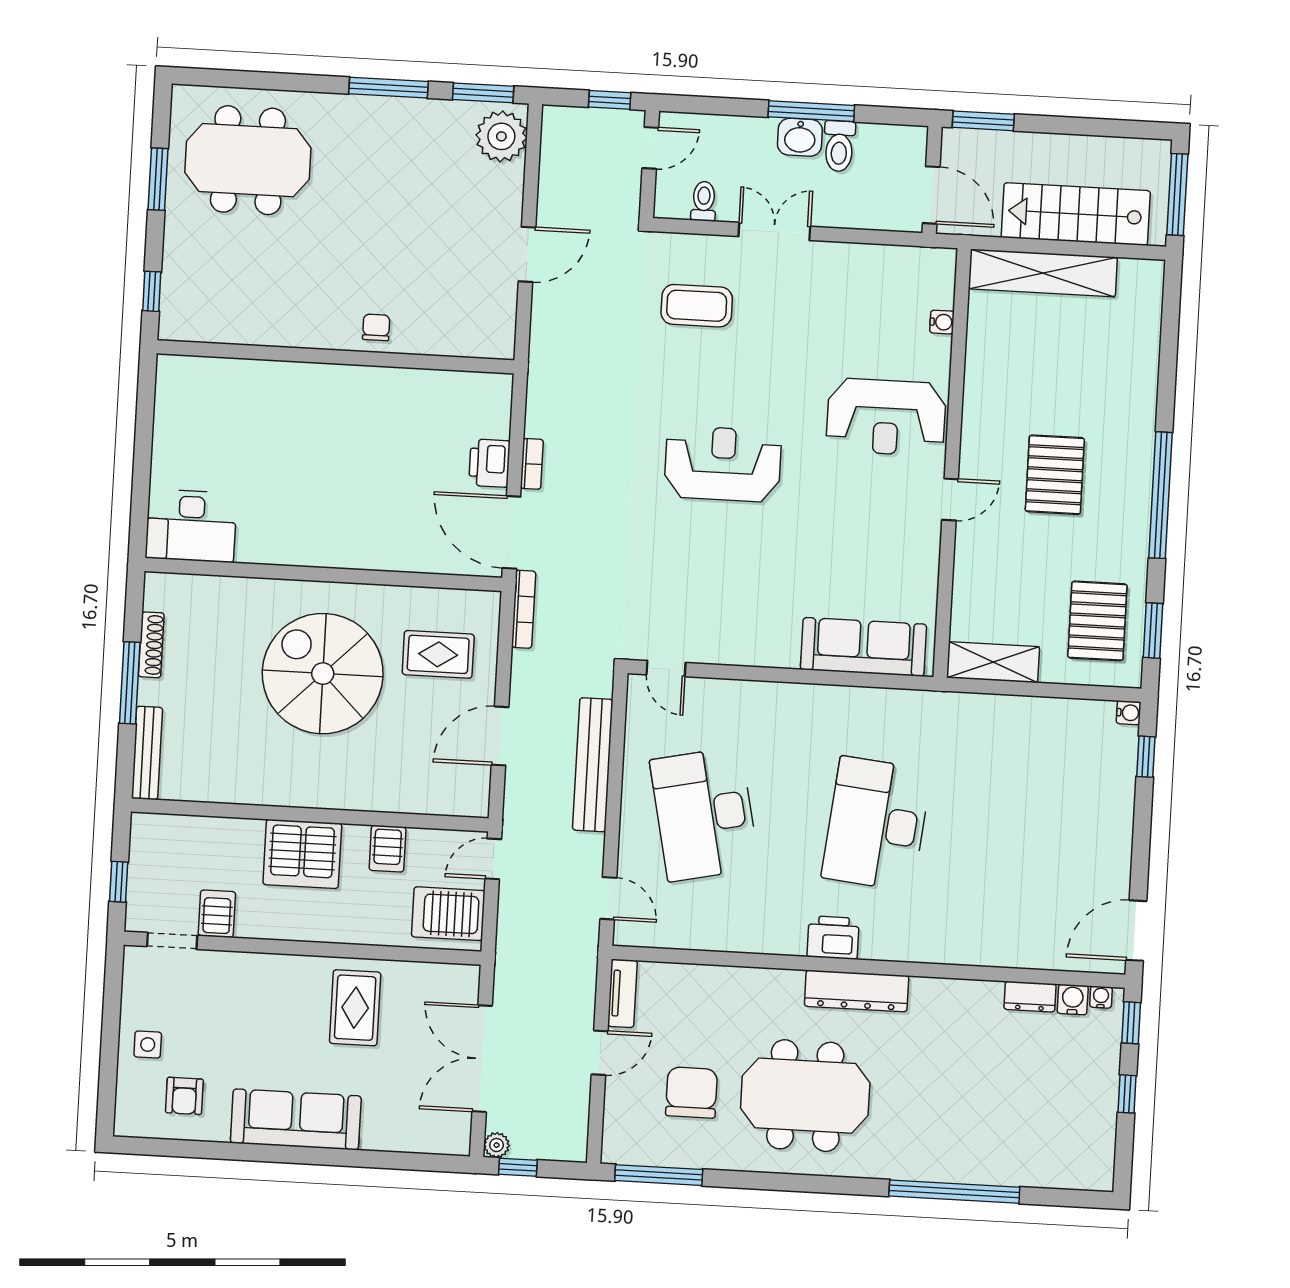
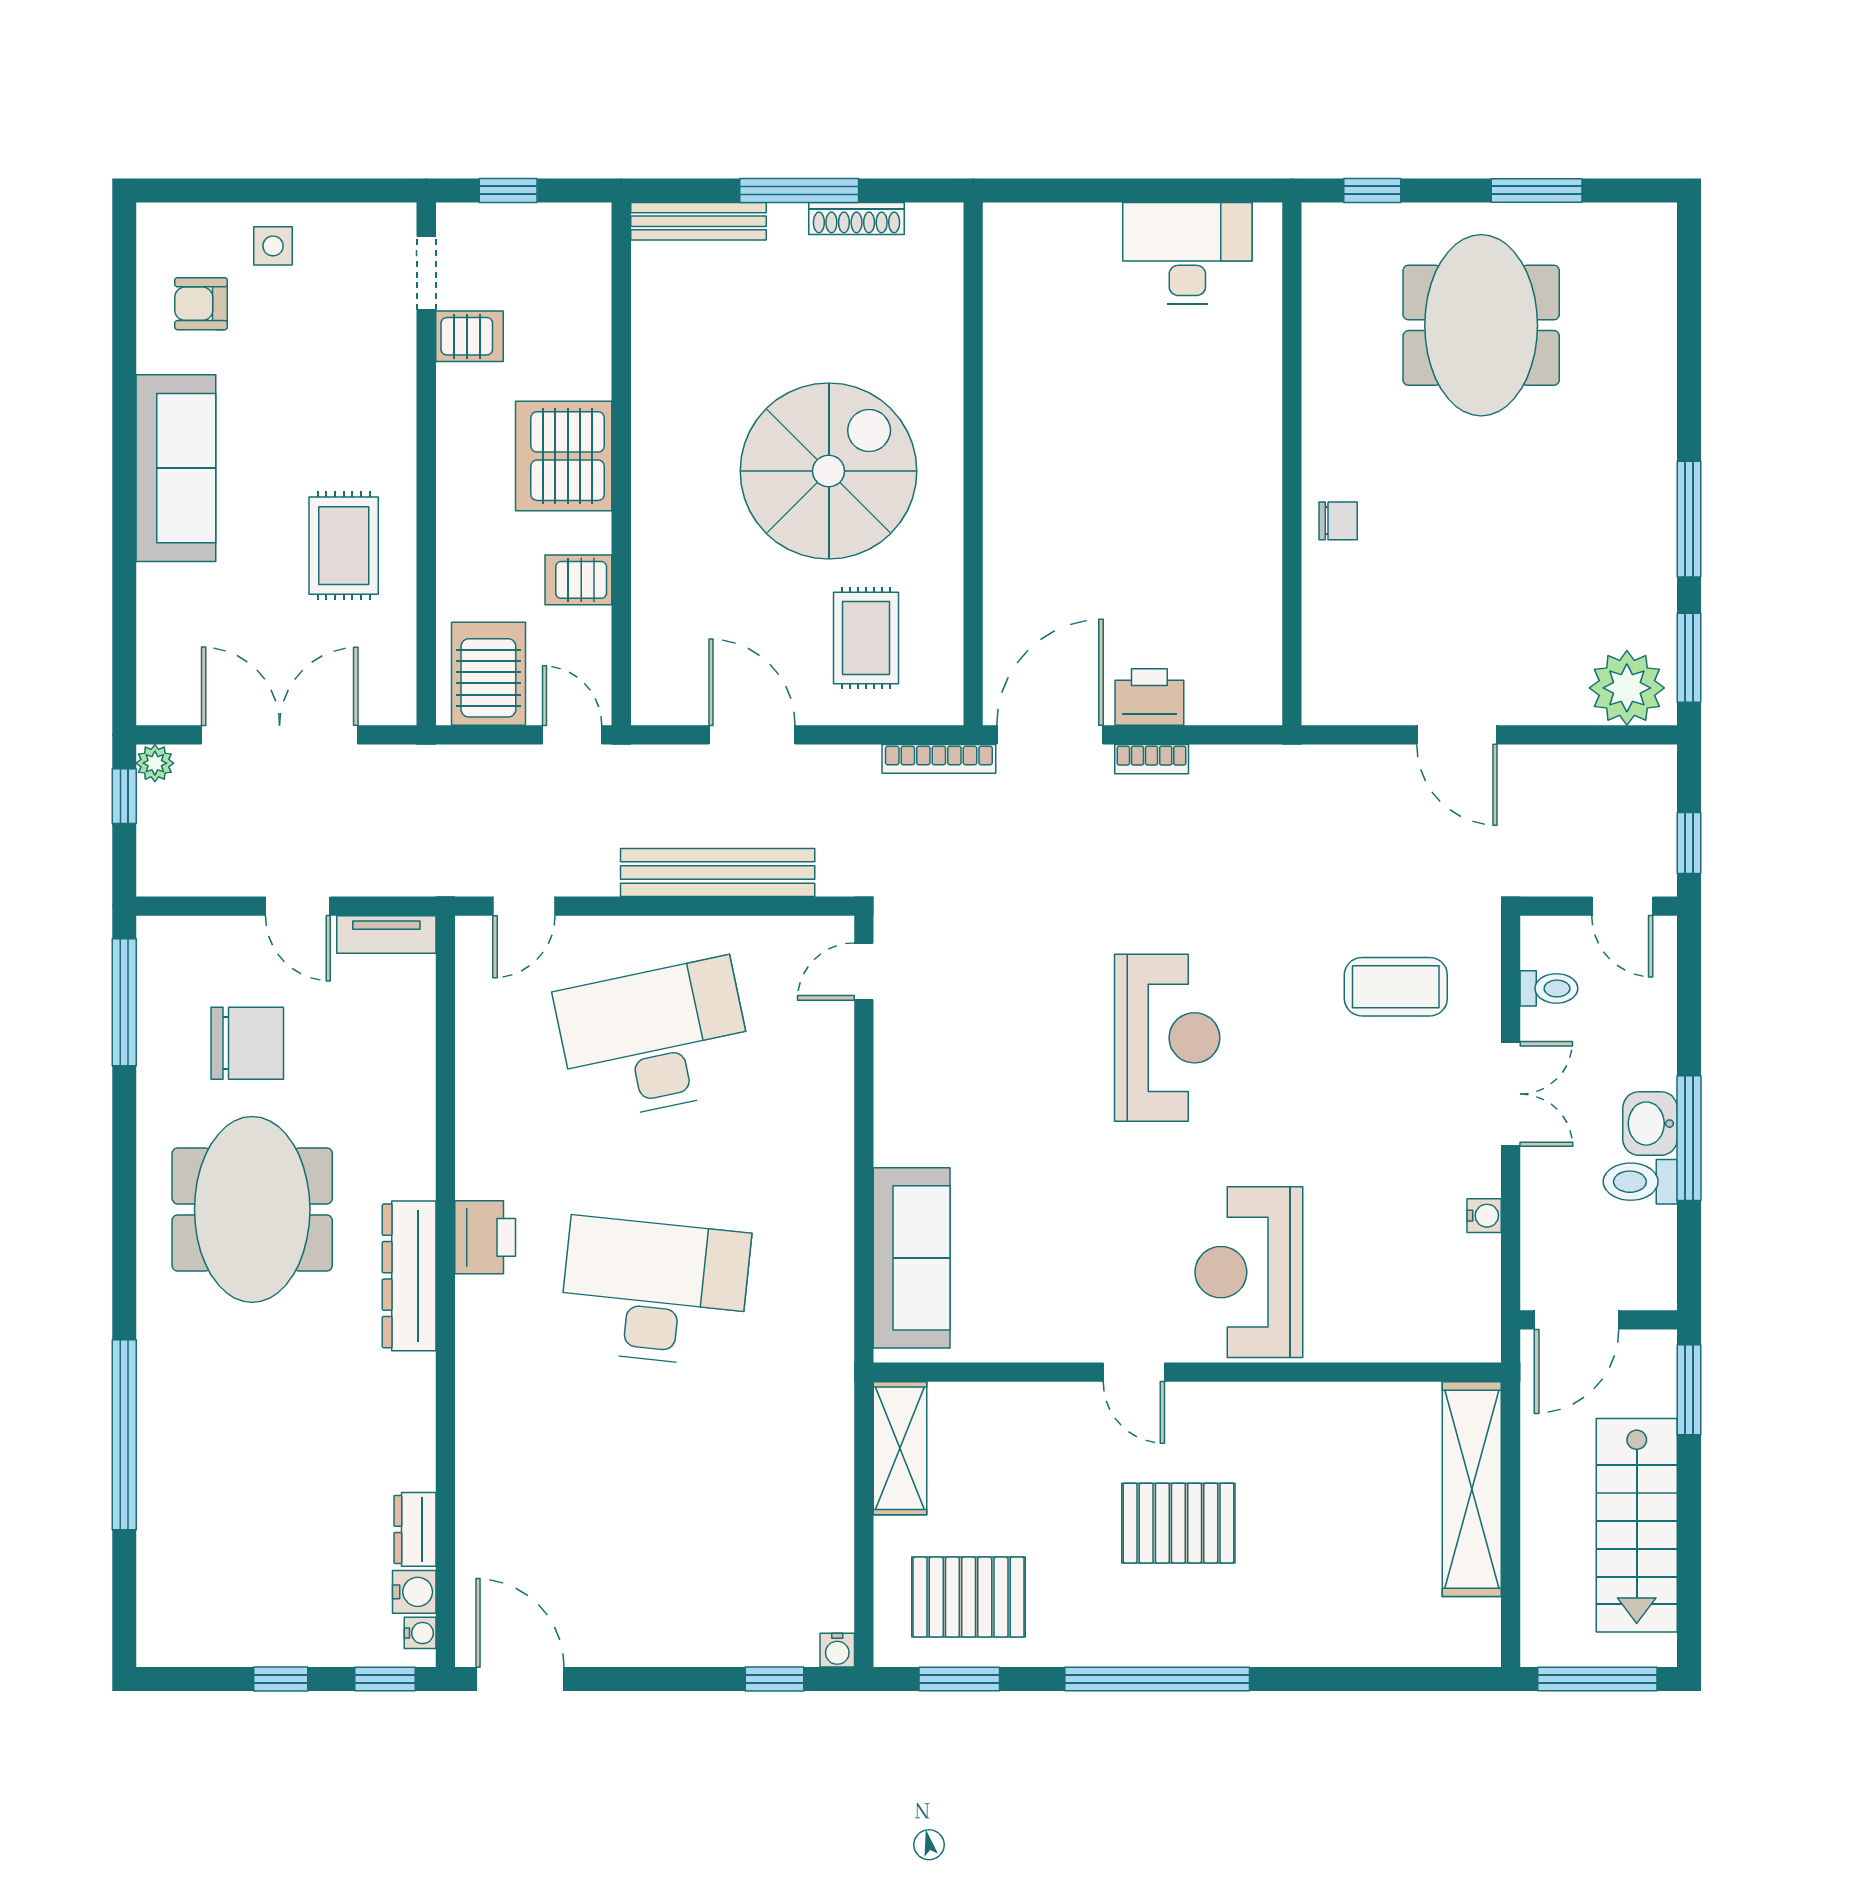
meeting table: (248, 160) -> (1481, 325), moved
stairs: (1076, 214) -> (1637, 1525), moved, turned 180
coffee table: (697, 306) -> (1396, 987), turned 90
water cooler: (942, 322) -> (1484, 1216), moved, turned -90
desk: (191, 526) -> (1187, 253), moved, turned 90
rug: (355, 1008) -> (344, 546), turned 90

